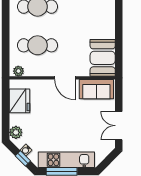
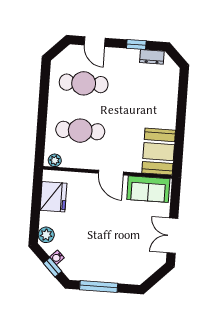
kitchen unit: (66, 160) -> (105, 273), removed

